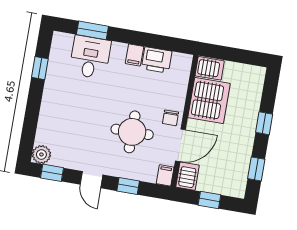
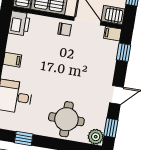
printer: (157, 60) -> (19, 23), moved
round table: (132, 132) -> (66, 119), moved
window: (128, 186) -> (124, 52), moved

